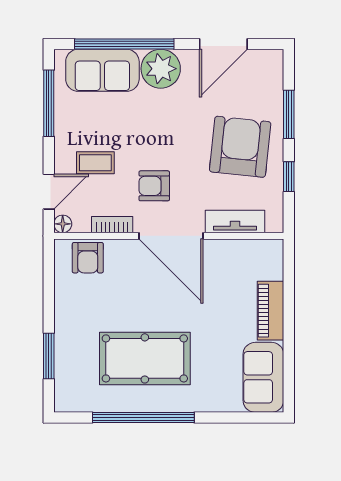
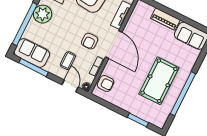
sofa: (102, 70) -> (32, 53), moved, turned -90
door: (171, 236) -> (114, 45), hinge flipped

